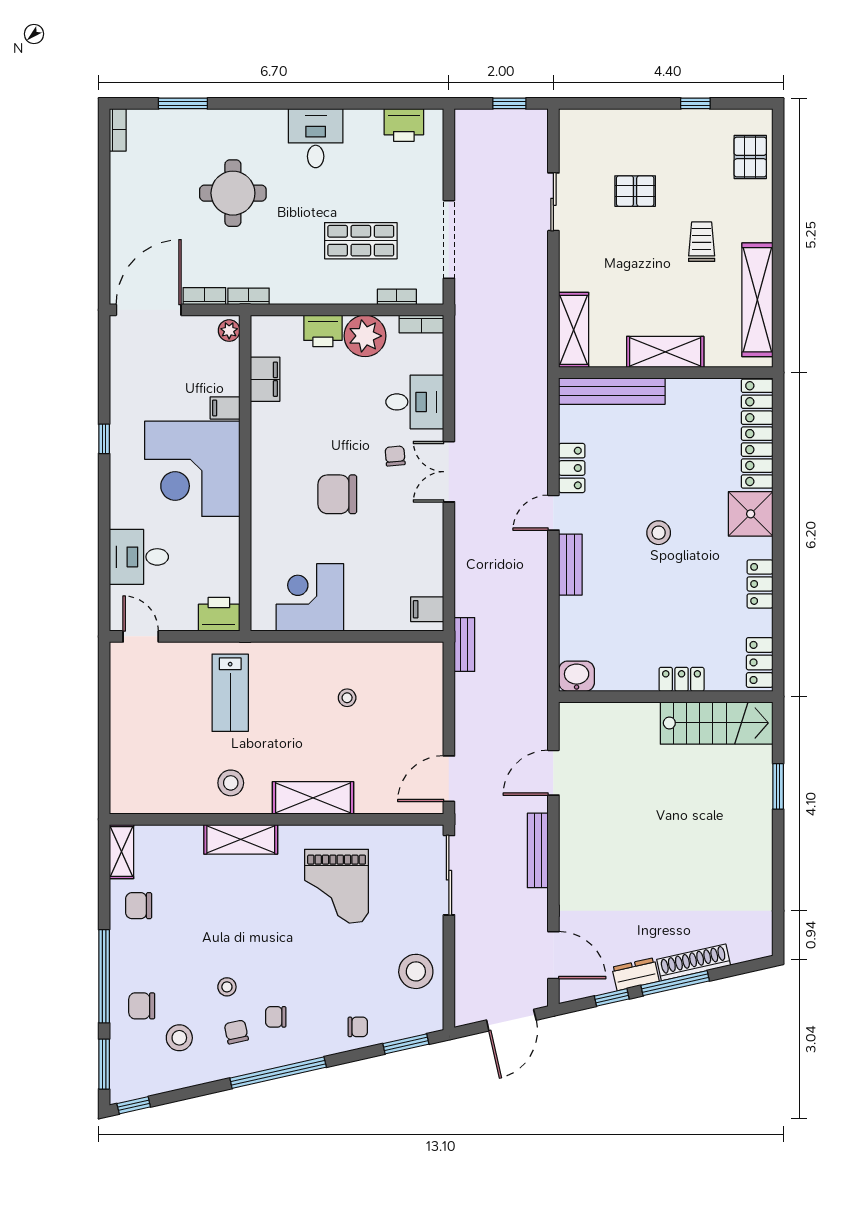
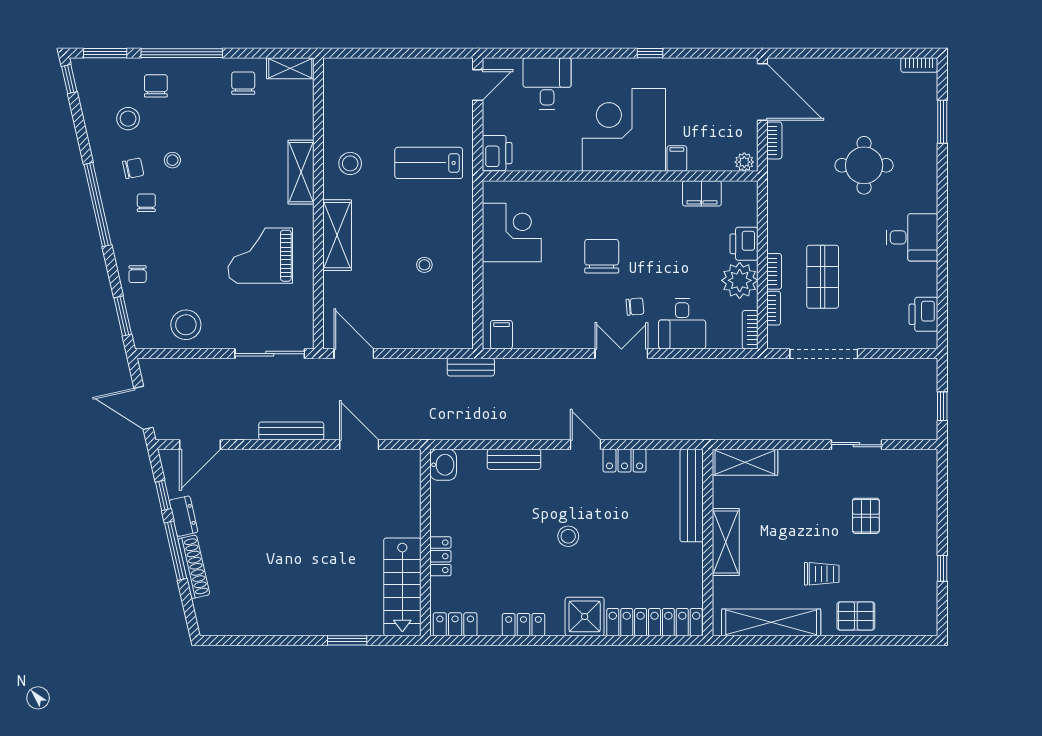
pallet: (750, 157) -> (856, 616), moved
bookcase: (248, 296) -> (774, 271), moved
bench: (570, 565) -> (514, 459), moved

